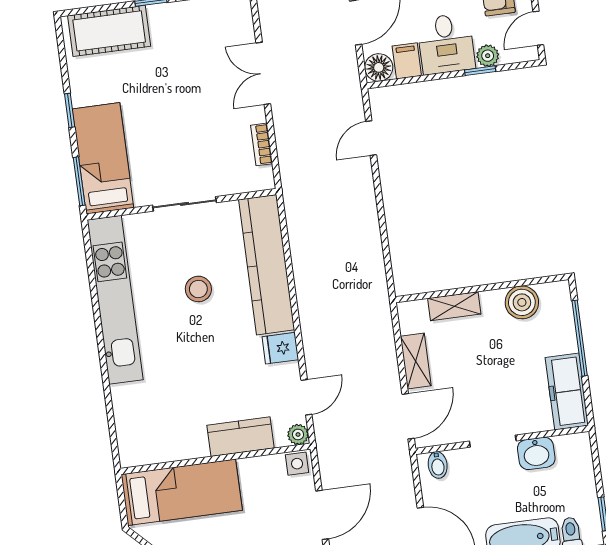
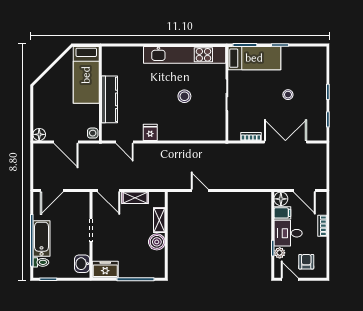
cot: (109, 31) -> (316, 69), removed
double door: (263, 73) -> (285, 142), width x1.37
stool: (167, 81) -> (288, 95), added
door: (371, 138) -> (200, 190), moved
kitchen counter: (267, 265) -> (192, 131), removed
boiler: (522, 302) -> (157, 242), moved
freezer: (567, 391) -> (105, 270), width x0.71
plant: (298, 434) -> (107, 135), removed
kitchen counter: (241, 437) -> (110, 99), width x1.50
washbasin: (536, 453) -> (82, 264), moved
bidet: (438, 465) -> (83, 202), removed

